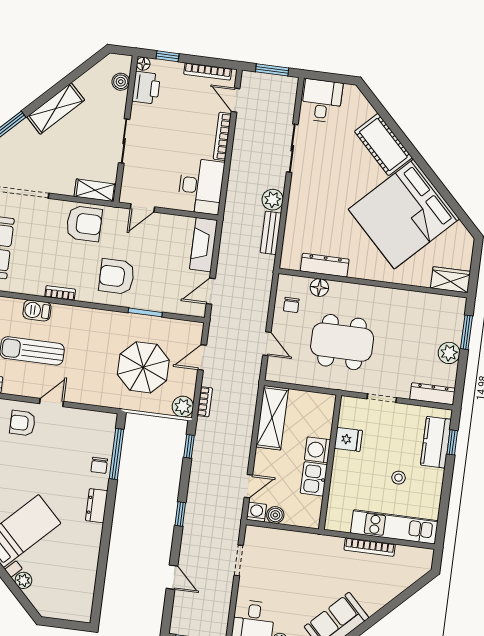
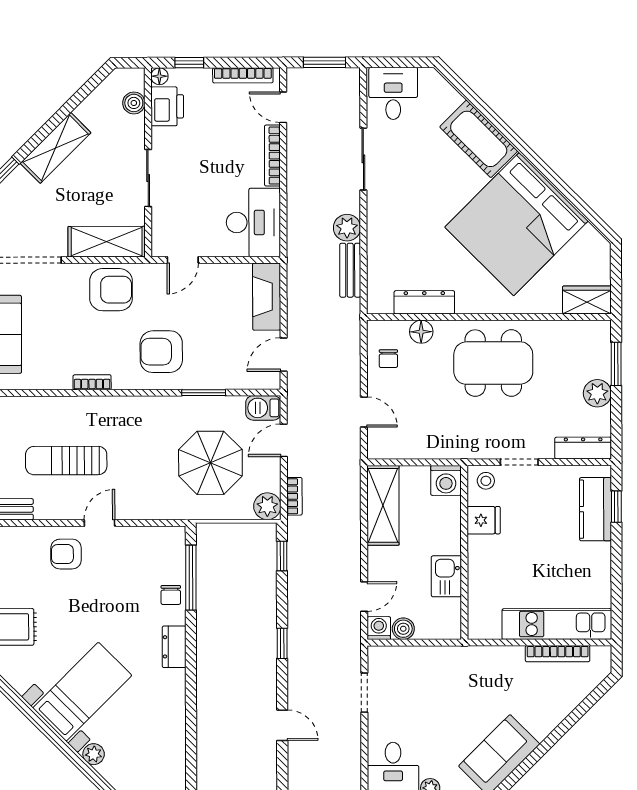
shelving: (95, 190) -> (107, 242), width x1.50, depth x1.33
barbecue: (37, 310) -> (263, 408), moved
dining table: (342, 342) -> (493, 363), moved
washing machine: (317, 450) -> (446, 480), moved, turned -90
stool: (398, 478) -> (486, 481), moved
bookcase: (370, 547) -> (558, 654), moved

